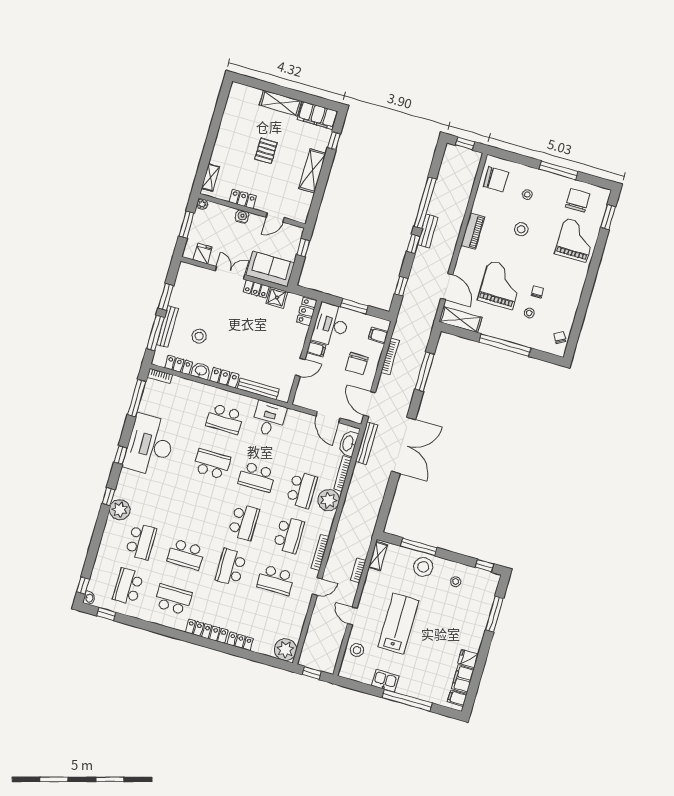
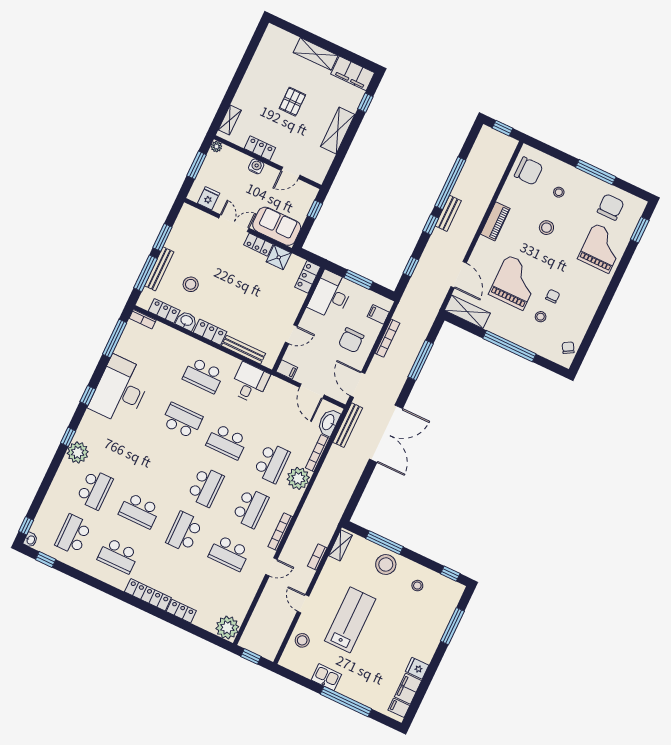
filing cabinet: (316, 349) -> (287, 370), moved
school desk: (173, 599) -> (118, 556), turned 180

